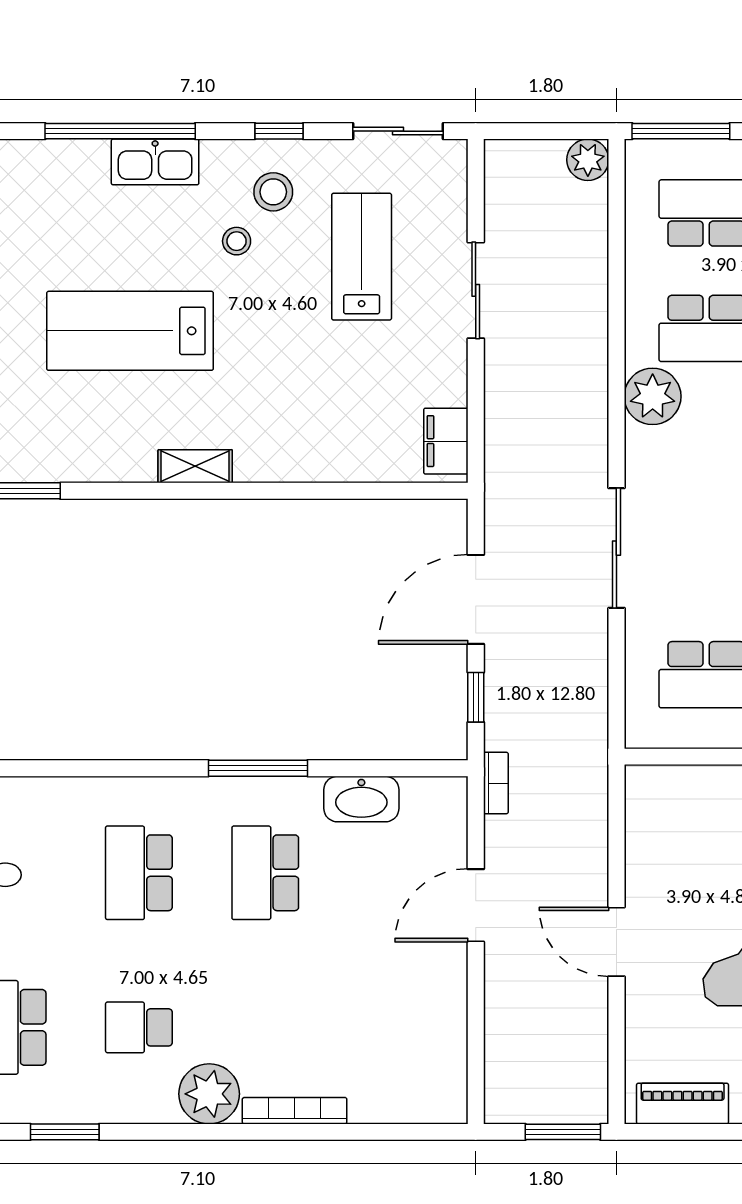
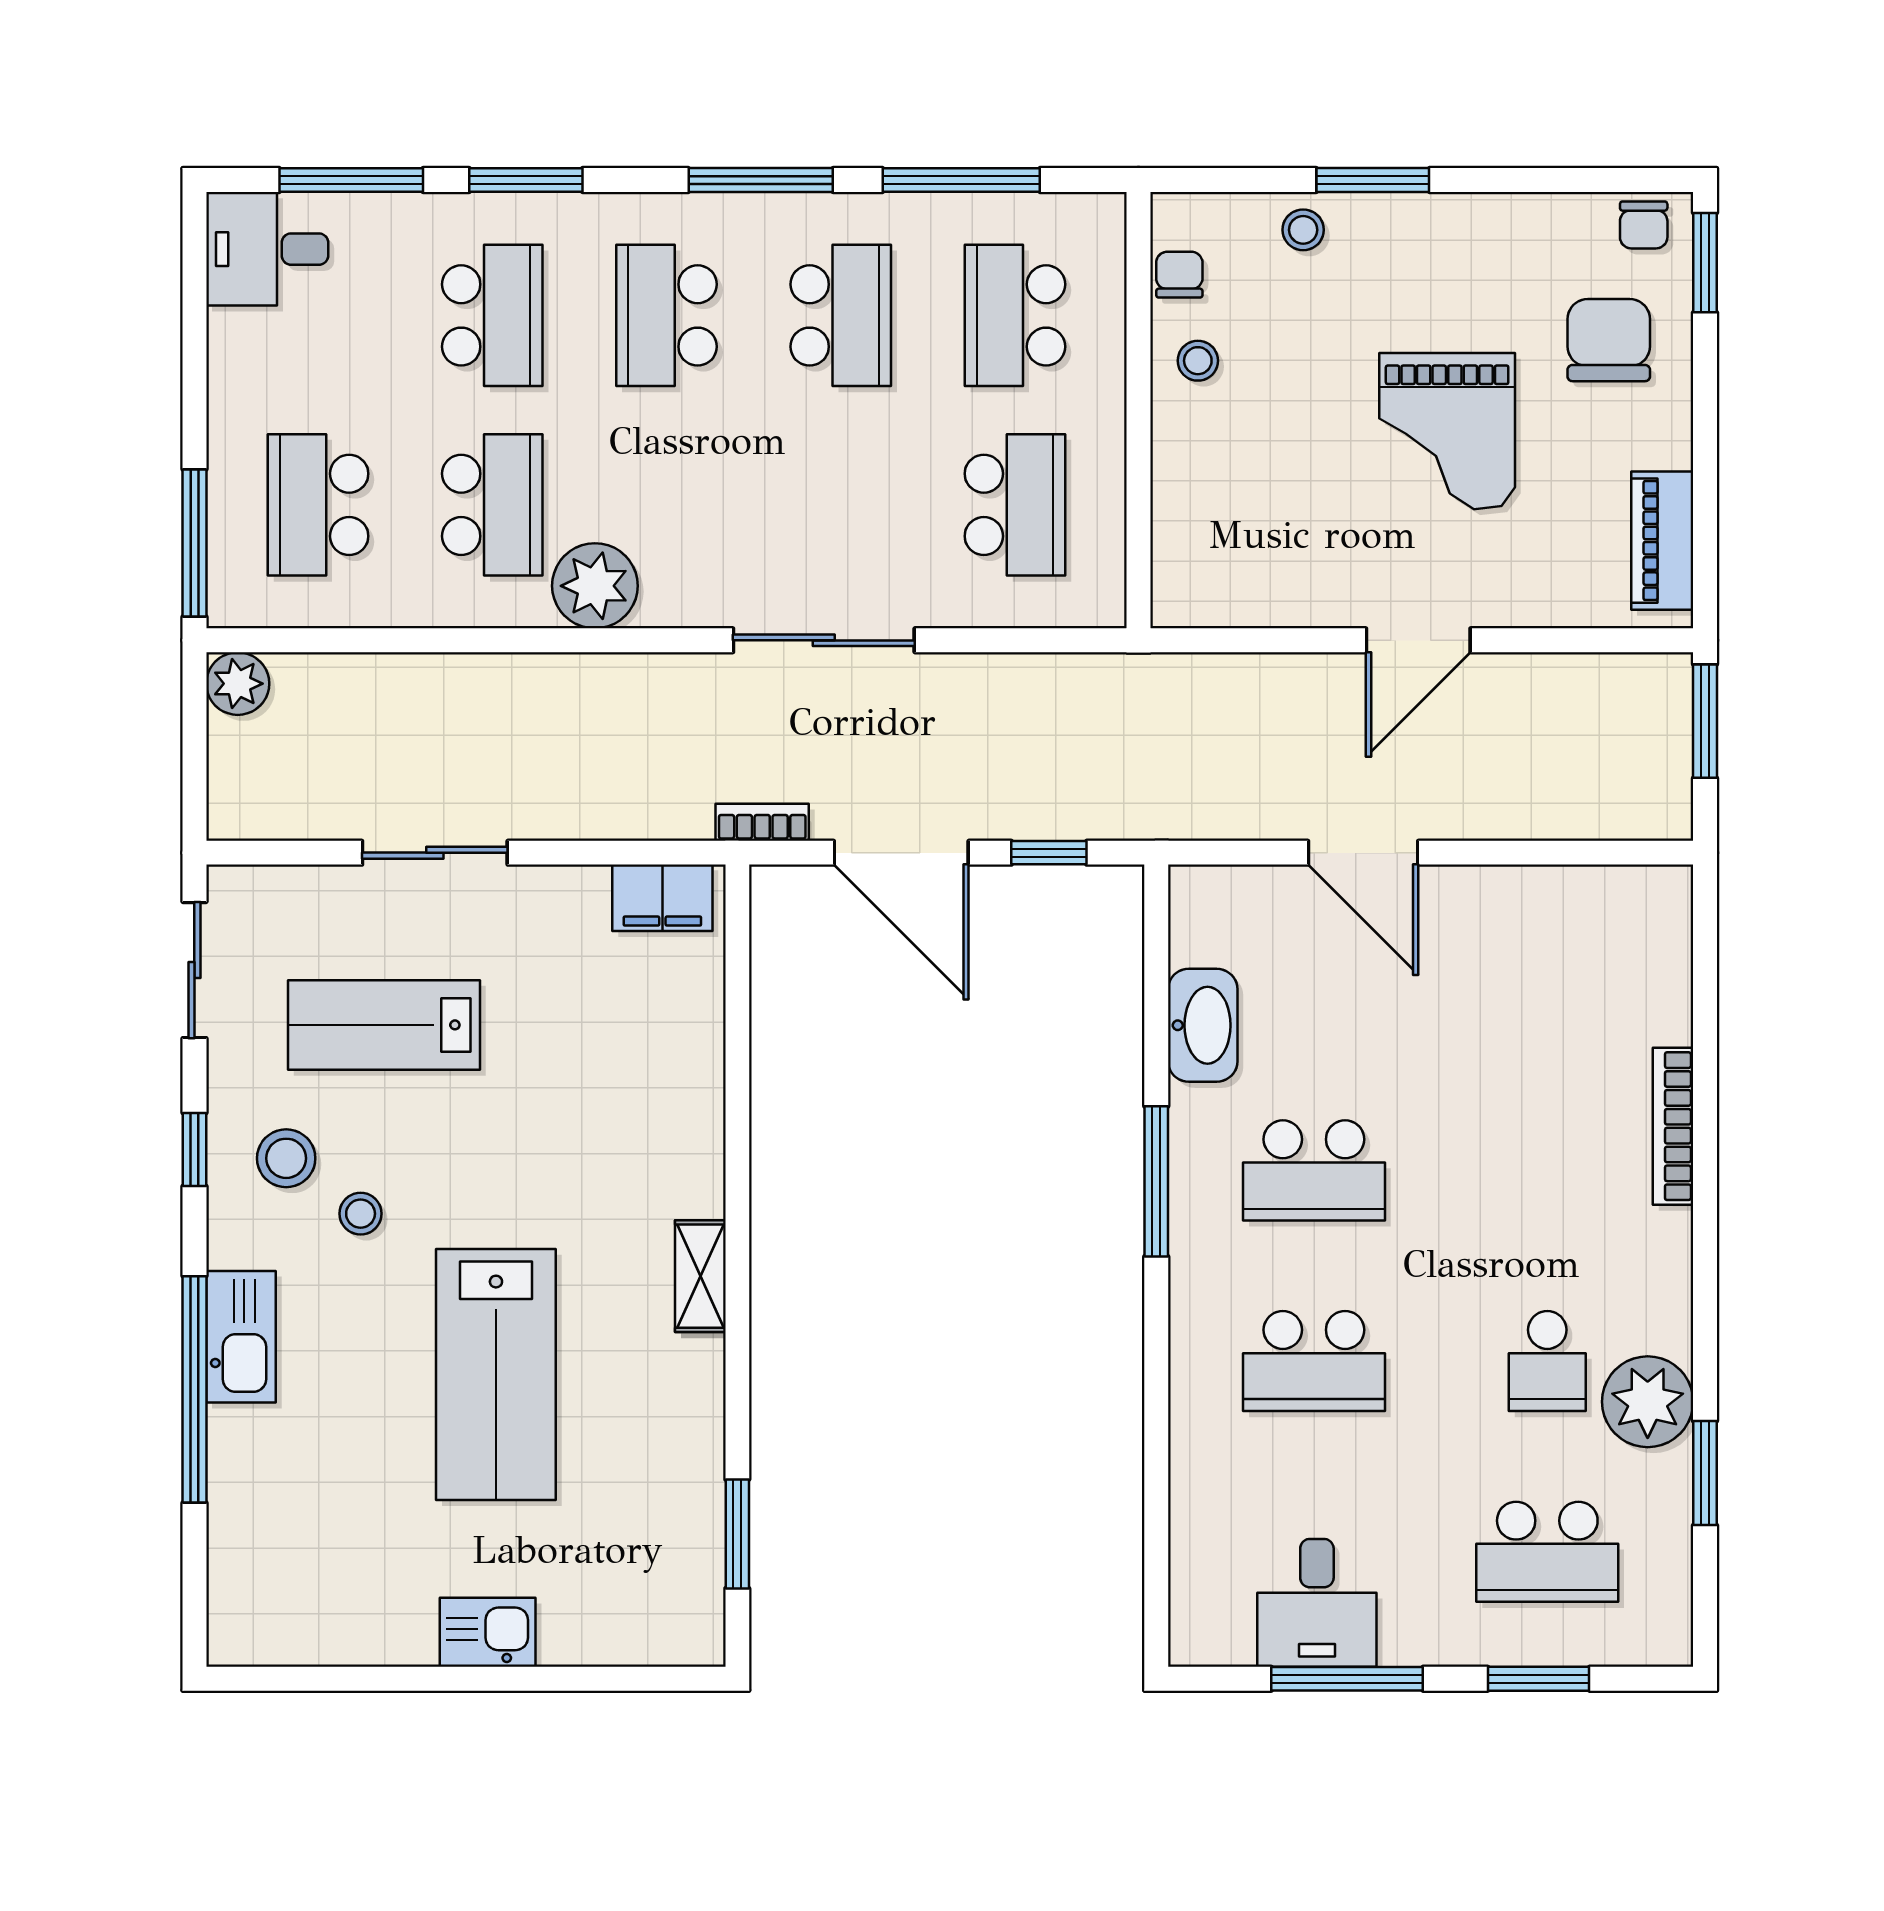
bookcase: (496, 783) -> (762, 822), moved
plant: (209, 1094) -> (1648, 1402), moved

